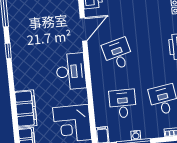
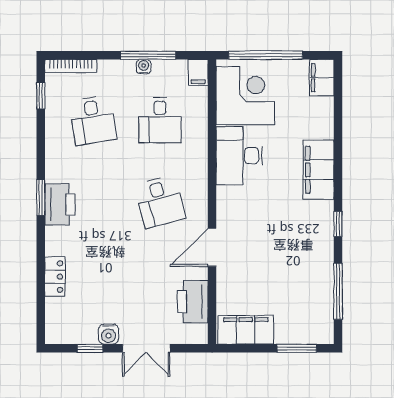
desk: (71, 71) -> (239, 156), moved
filing cabinet: (26, 109) -> (319, 170), moved

